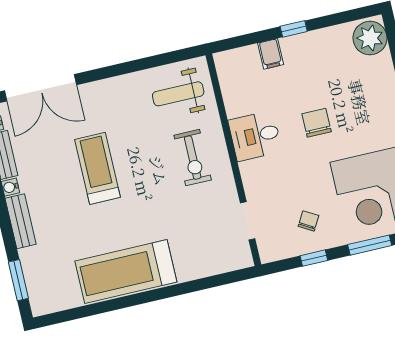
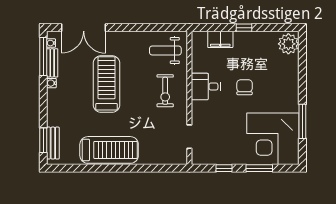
filing cabinet: (271, 54) -> (220, 39), width x2.00
treadmill: (98, 168) -> (106, 84), width x1.37, depth x1.38
bench: (21, 221) -> (53, 143), moved
chair: (309, 221) -> (226, 145), removed
treadmill: (126, 272) -> (109, 150), turned 180

